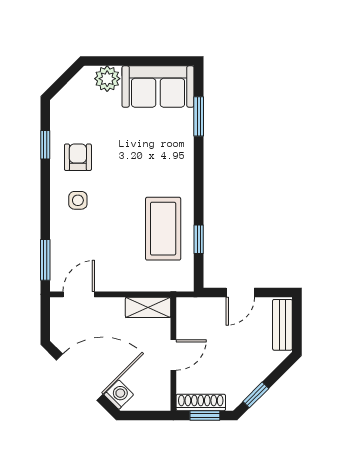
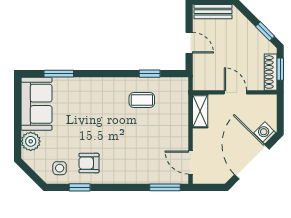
side table: (78, 200) -> (60, 168), moved
coffee table: (163, 229) -> (142, 100), width x0.54, depth x0.58

